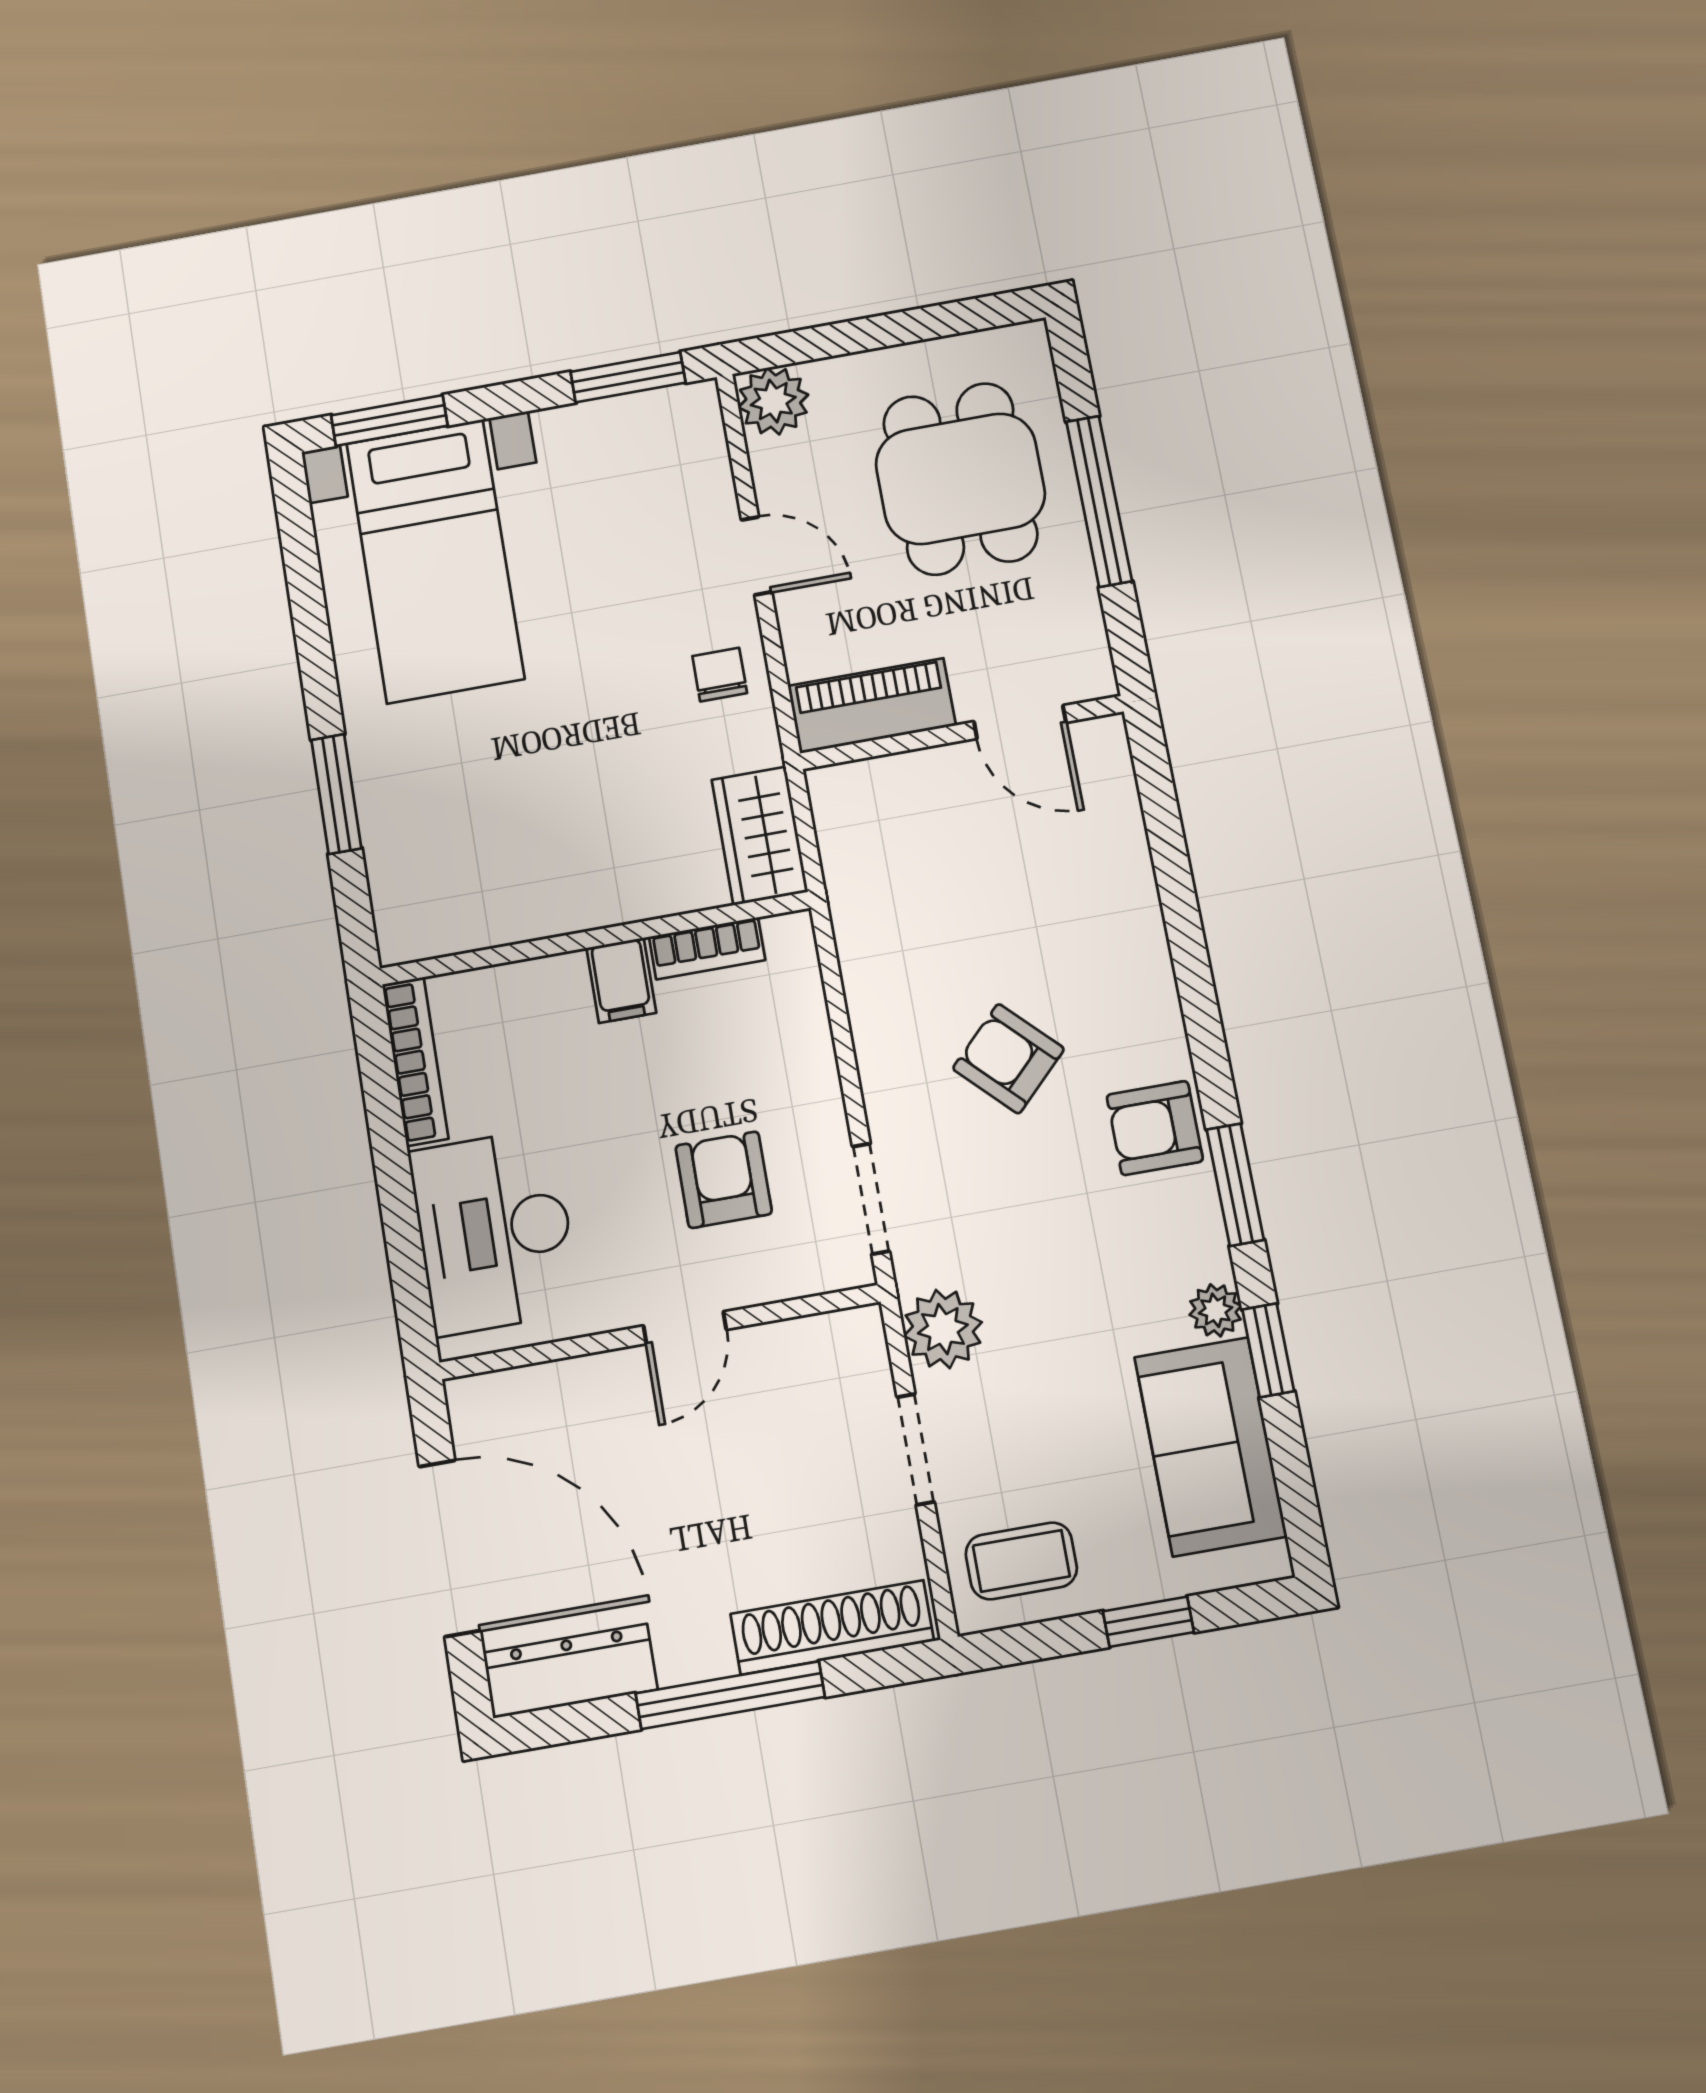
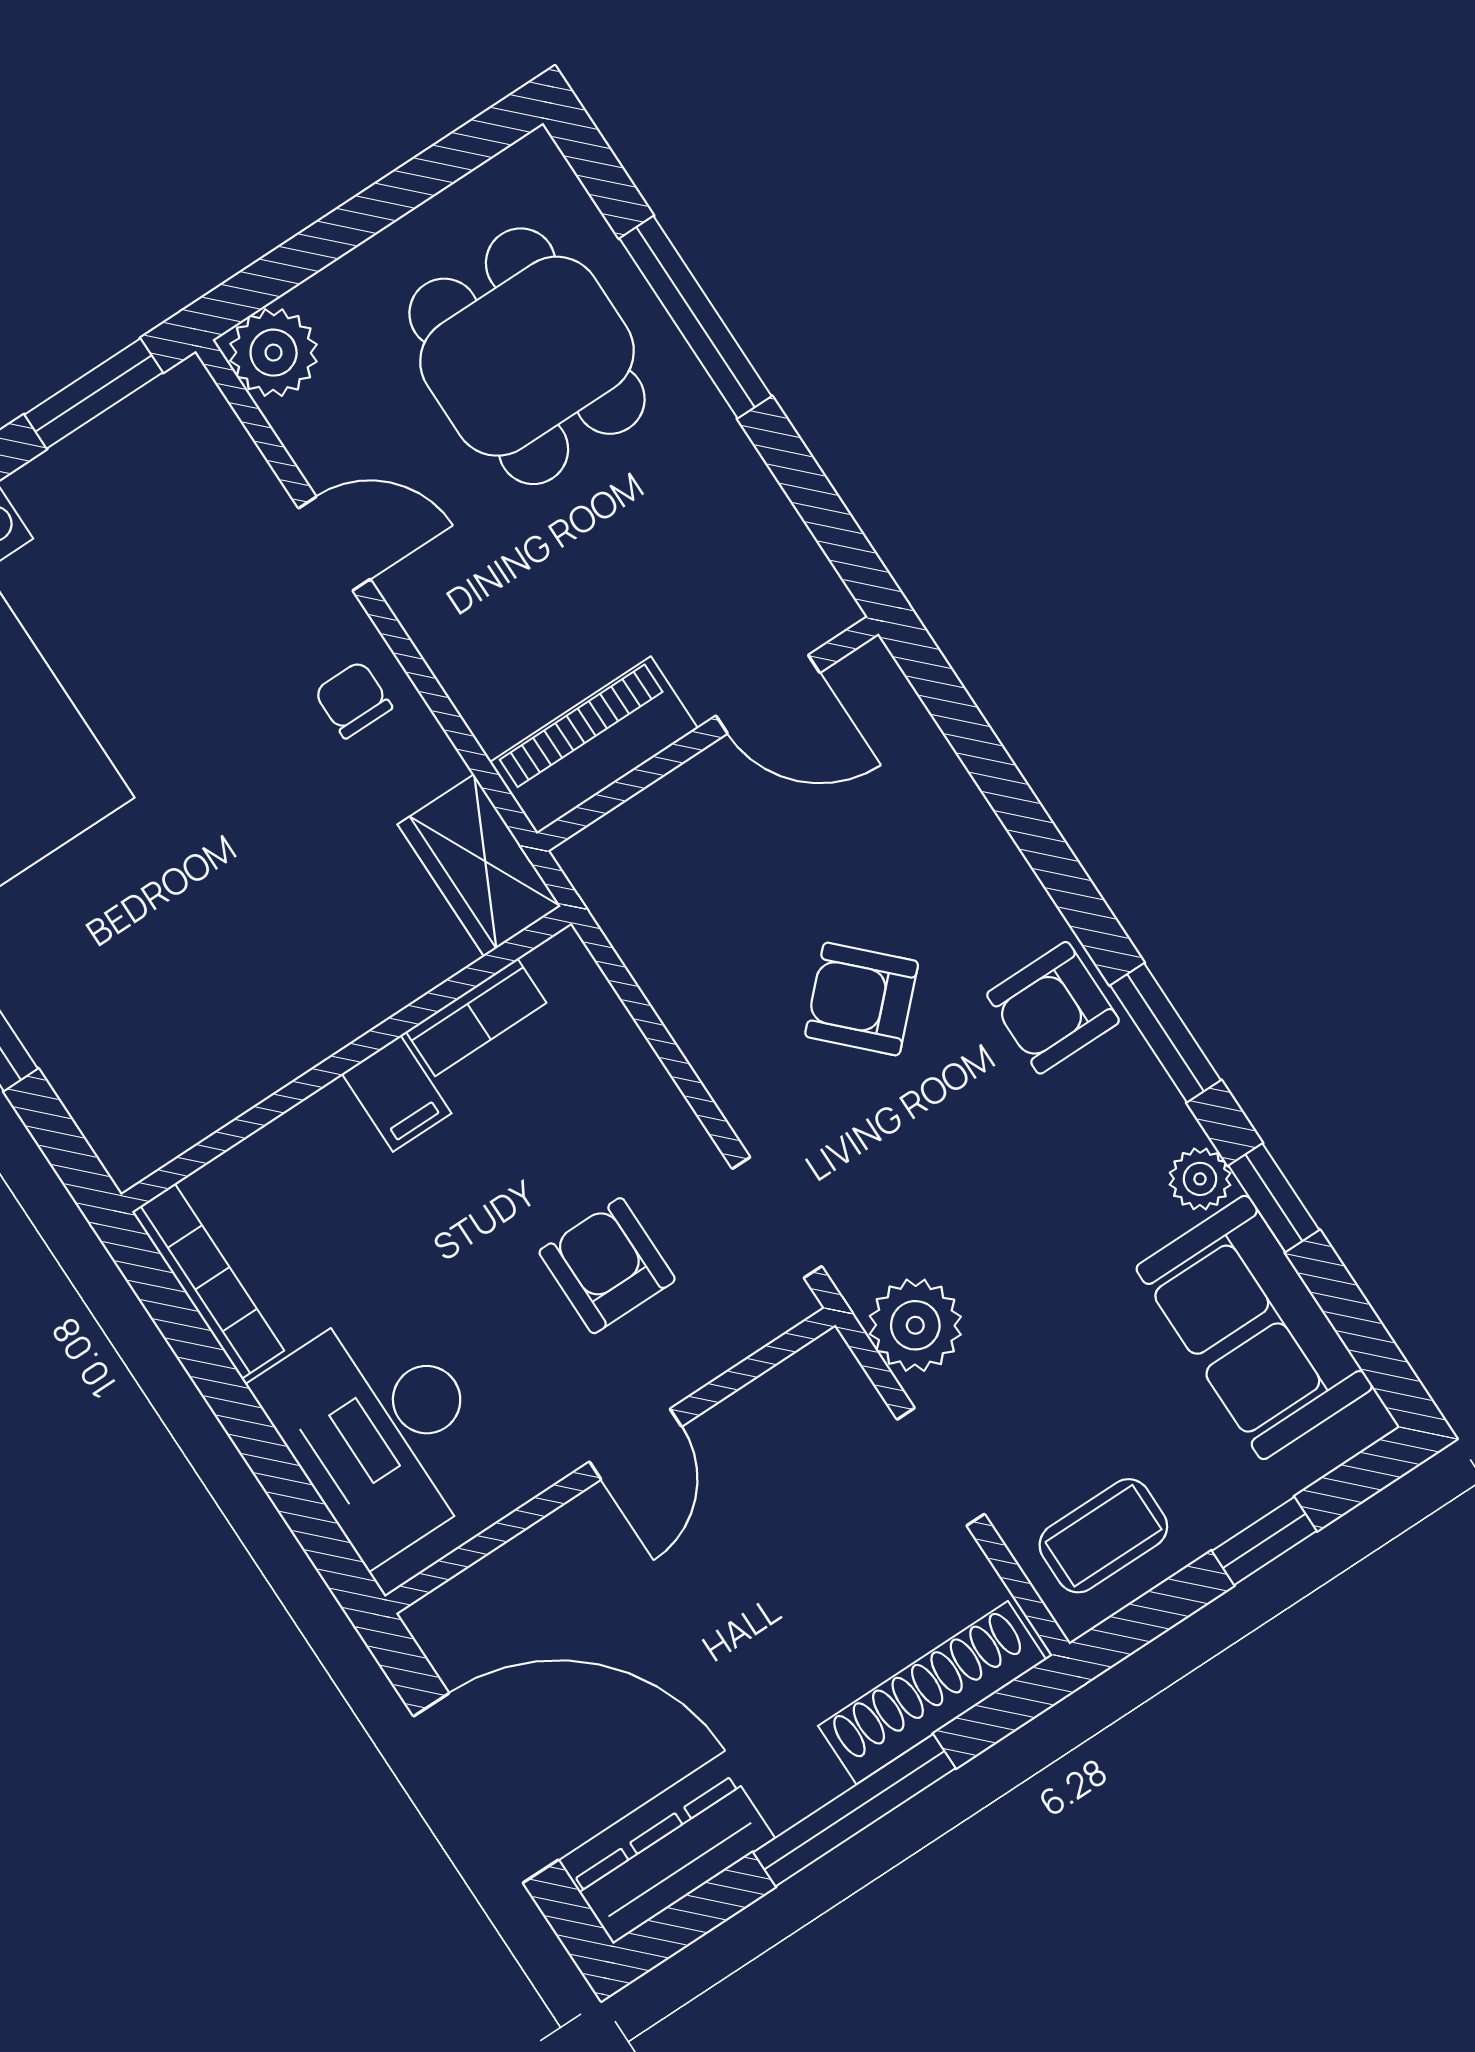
piano: (872, 706) -> (594, 745), moved
door: (1020, 722) -> (768, 694), moved
wall: (962, 732) -> (708, 734), moved

